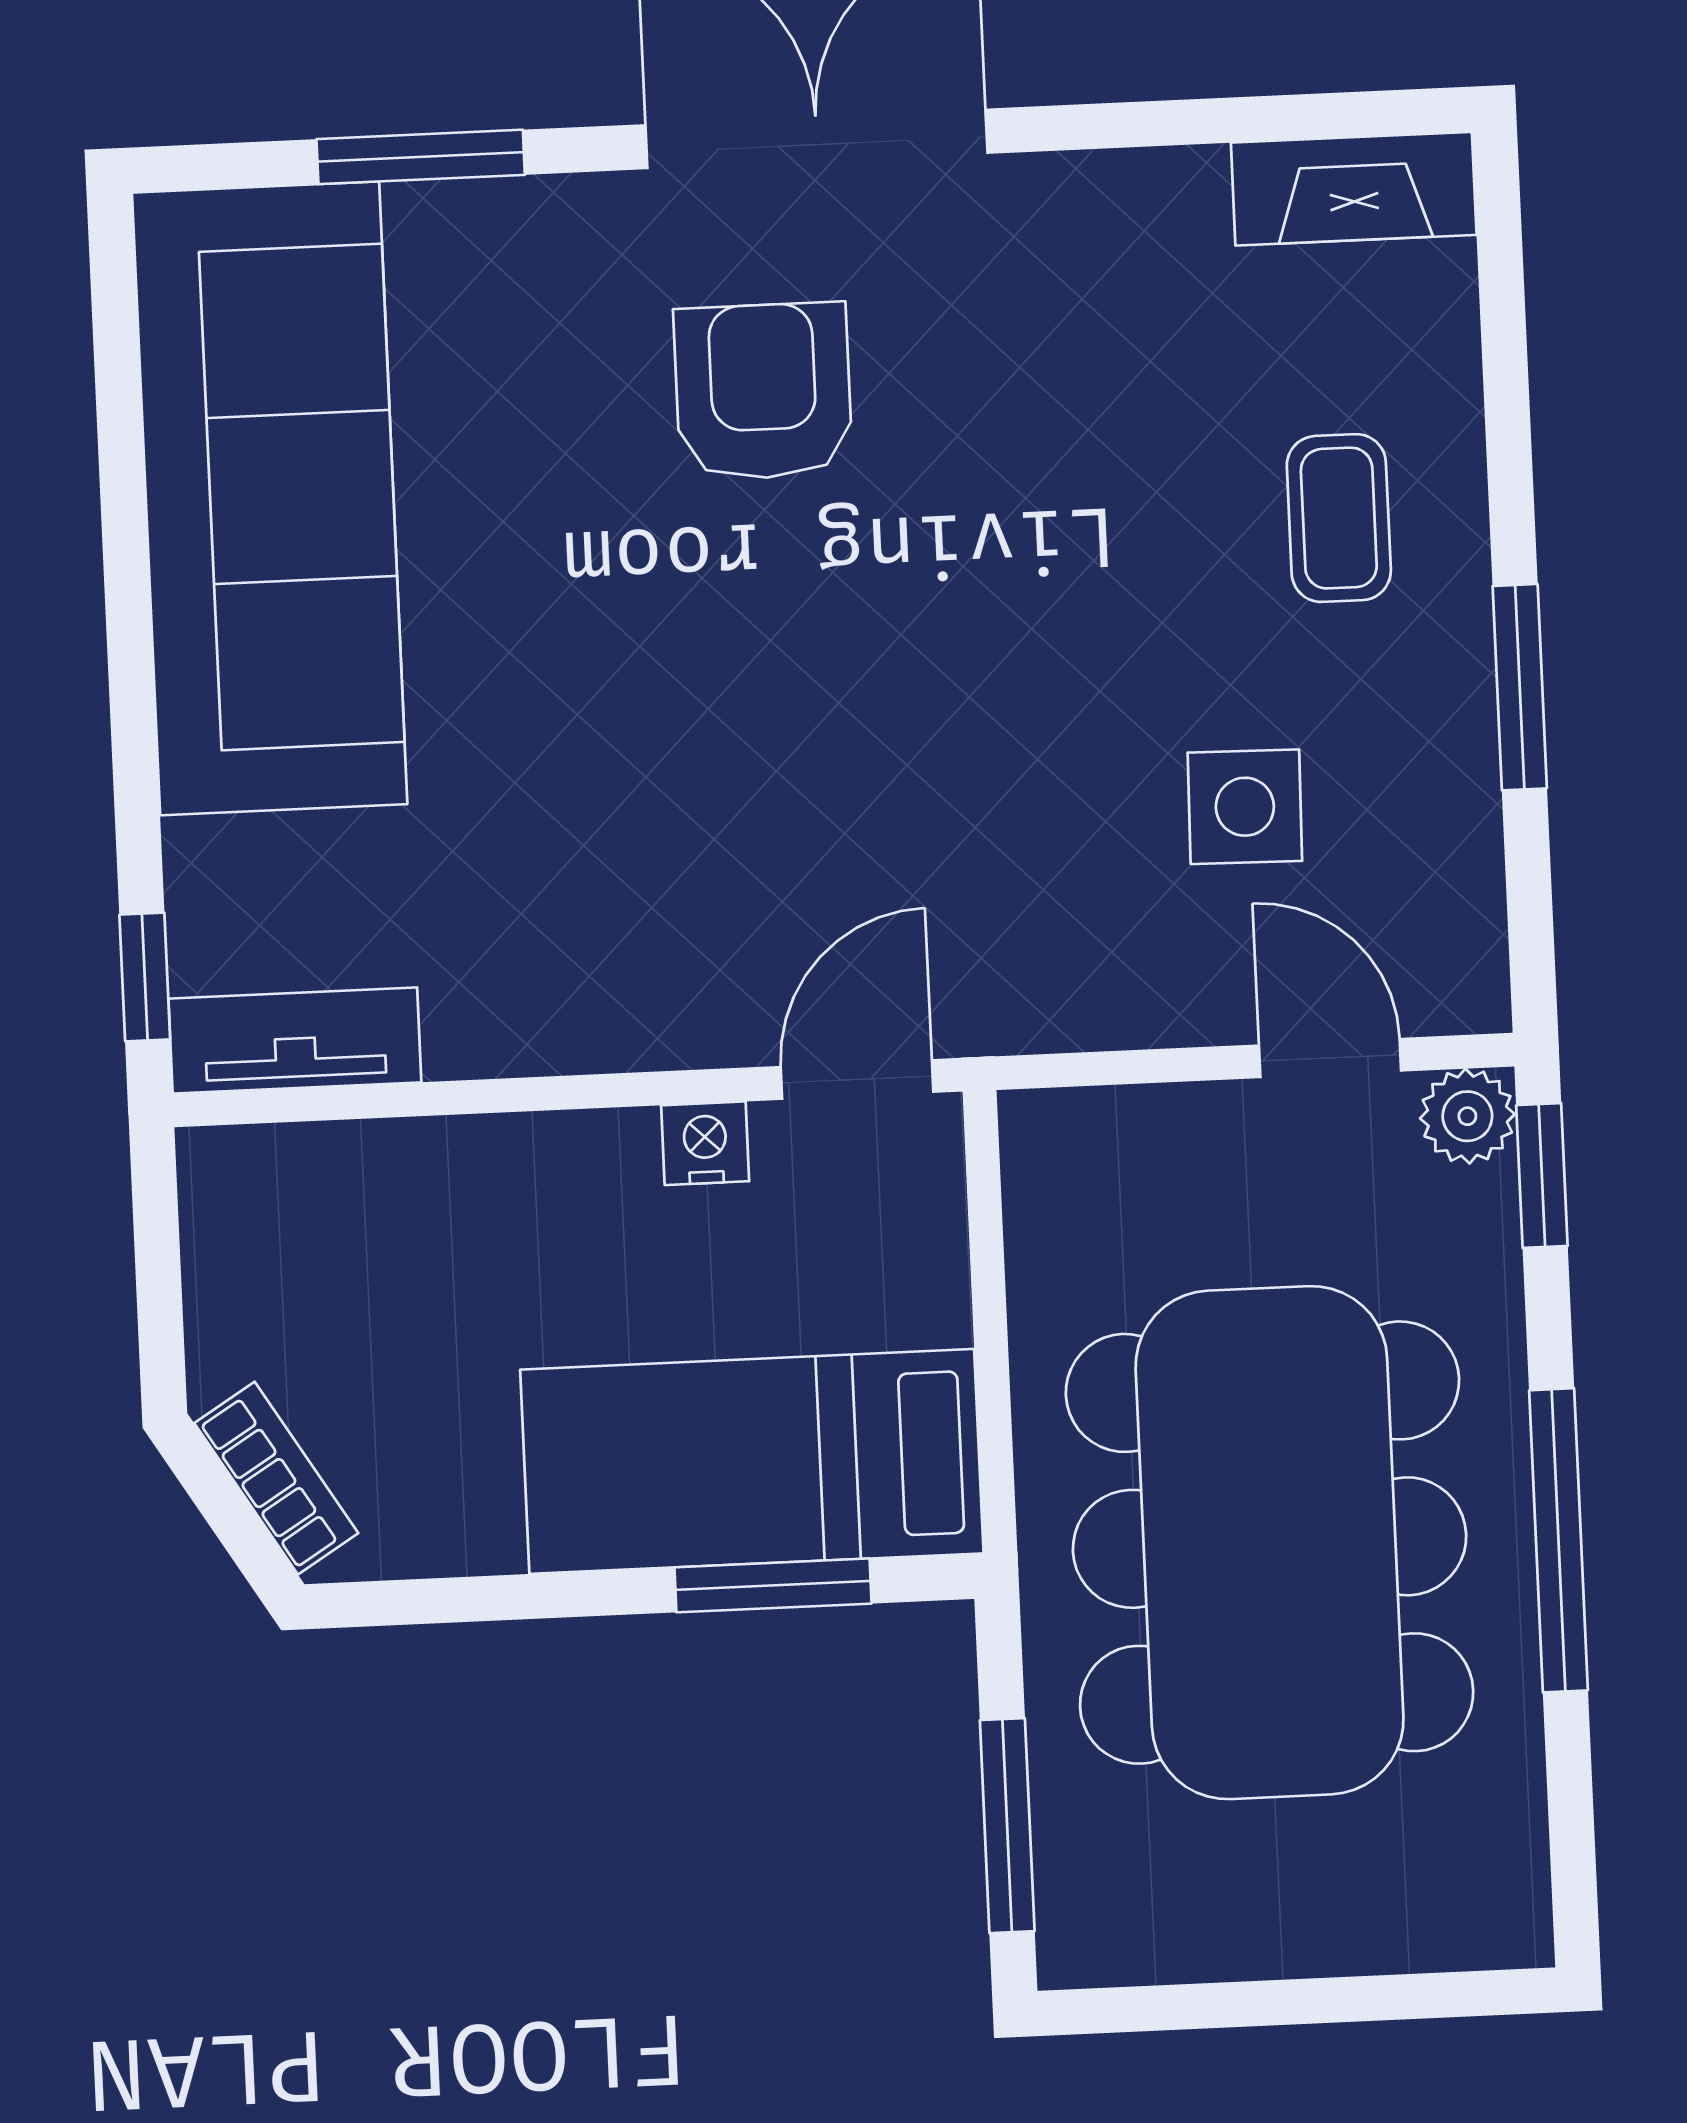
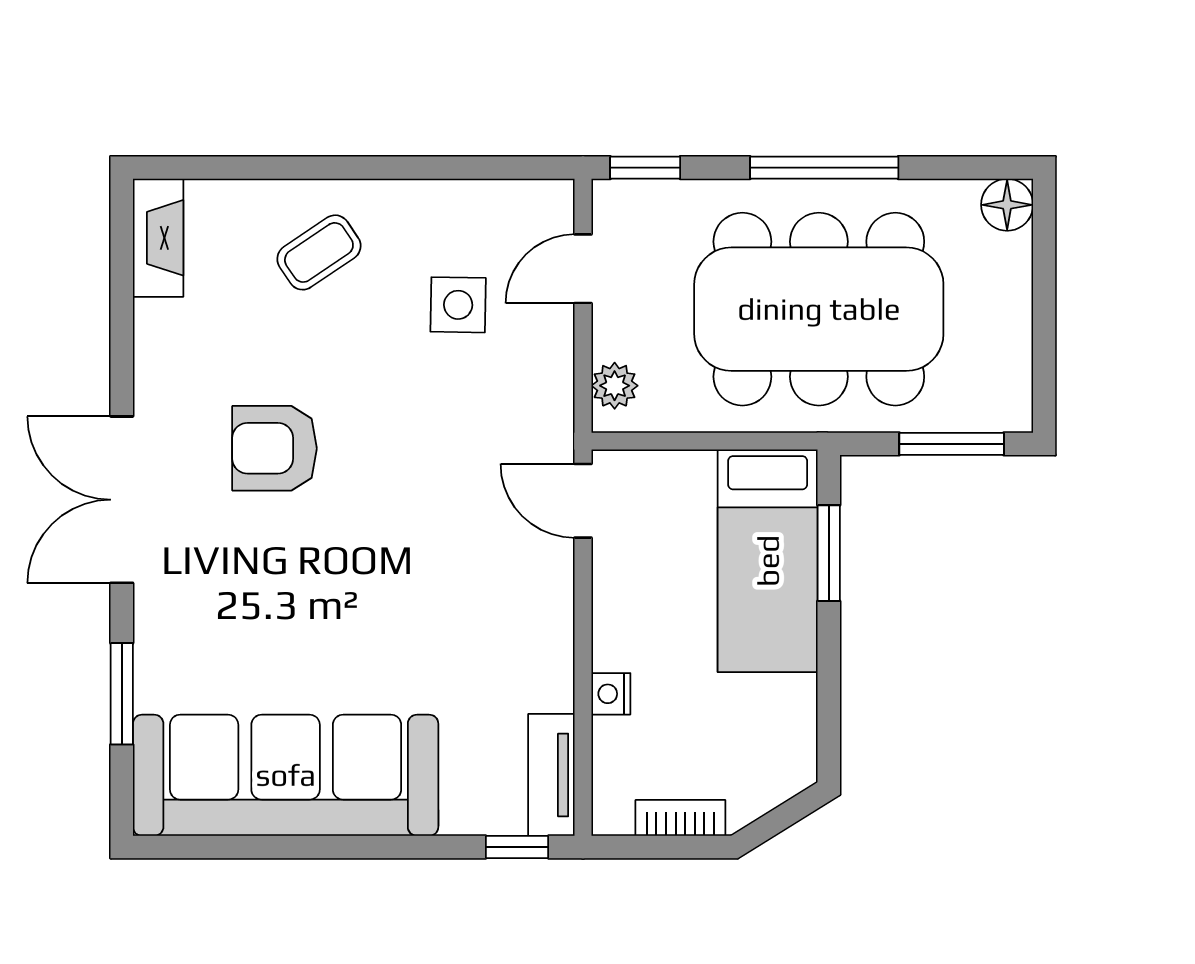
armchair: (763, 391) -> (275, 448), moved
coffee table: (1339, 518) -> (319, 252), turned -34
window: (1520, 687) -> (406, 168), removed
plant: (1467, 1116) -> (615, 386), moved
nightstand: (705, 1143) -> (611, 694), moved
bookcase: (276, 1478) -> (680, 818), moved, turned 32
floor lamp: (1500, 1917) -> (1007, 205), added

